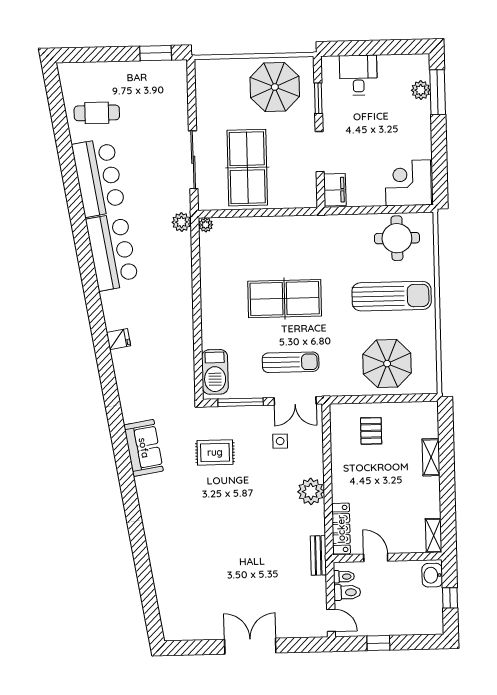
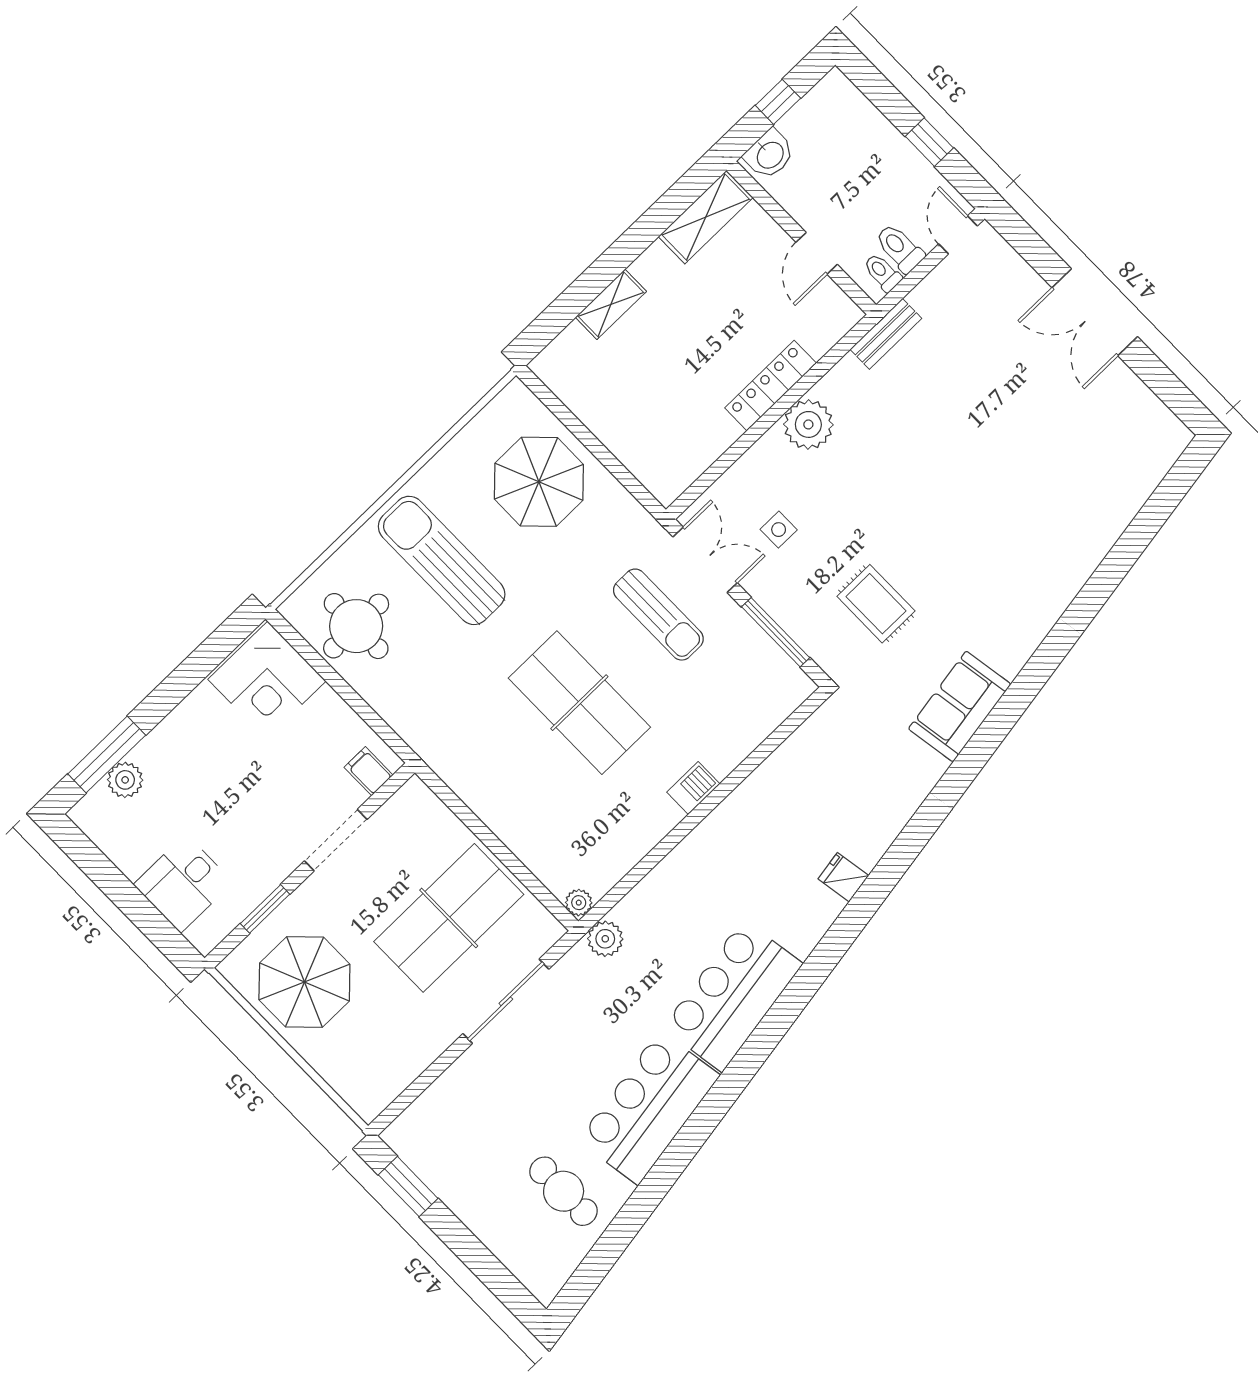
filing cabinet: (335, 190) -> (369, 771), width x0.50
sun lounger: (291, 362) -> (658, 615), turned 180
barbecue: (215, 372) -> (693, 788), moved, width x0.53, depth x0.65
pallet: (371, 431) -> (650, 419), removed
locker: (341, 529) -> (771, 386), moved
shelving: (434, 535) -> (706, 217), width x1.50, depth x1.33

